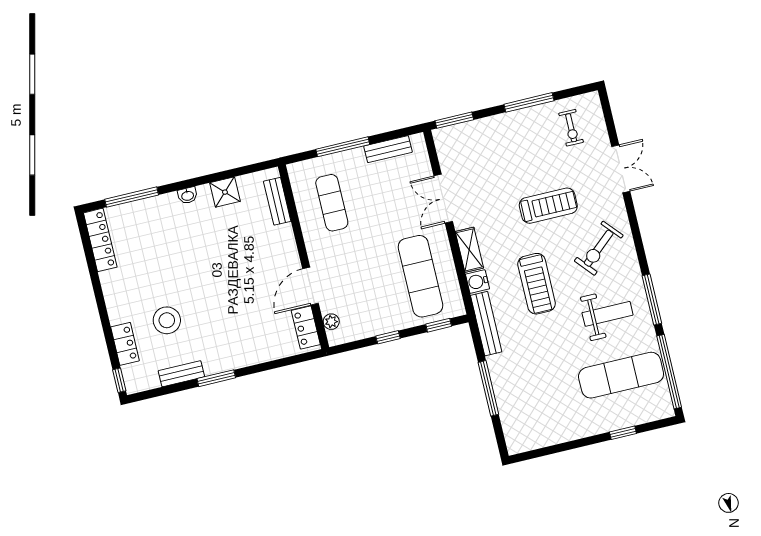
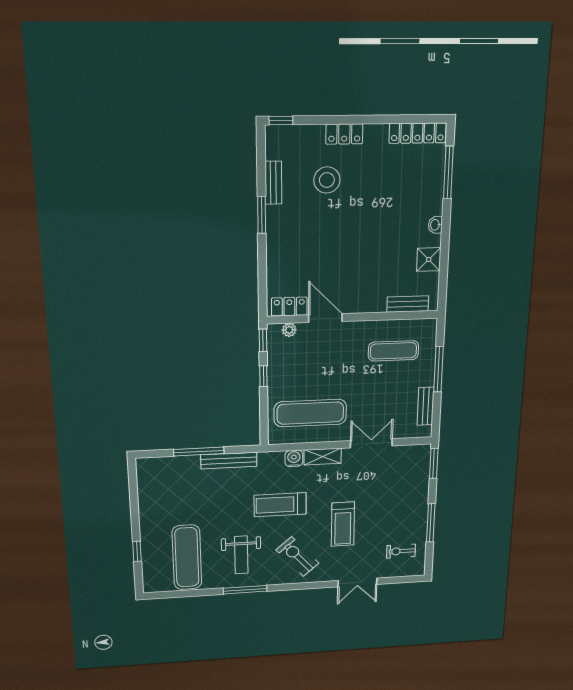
bench: (486, 324) -> (229, 461), moved
window: (439, 325) -> (263, 340), moved
locker: (125, 344) -> (344, 134), moved
window: (669, 372) -> (182, 594), removed

